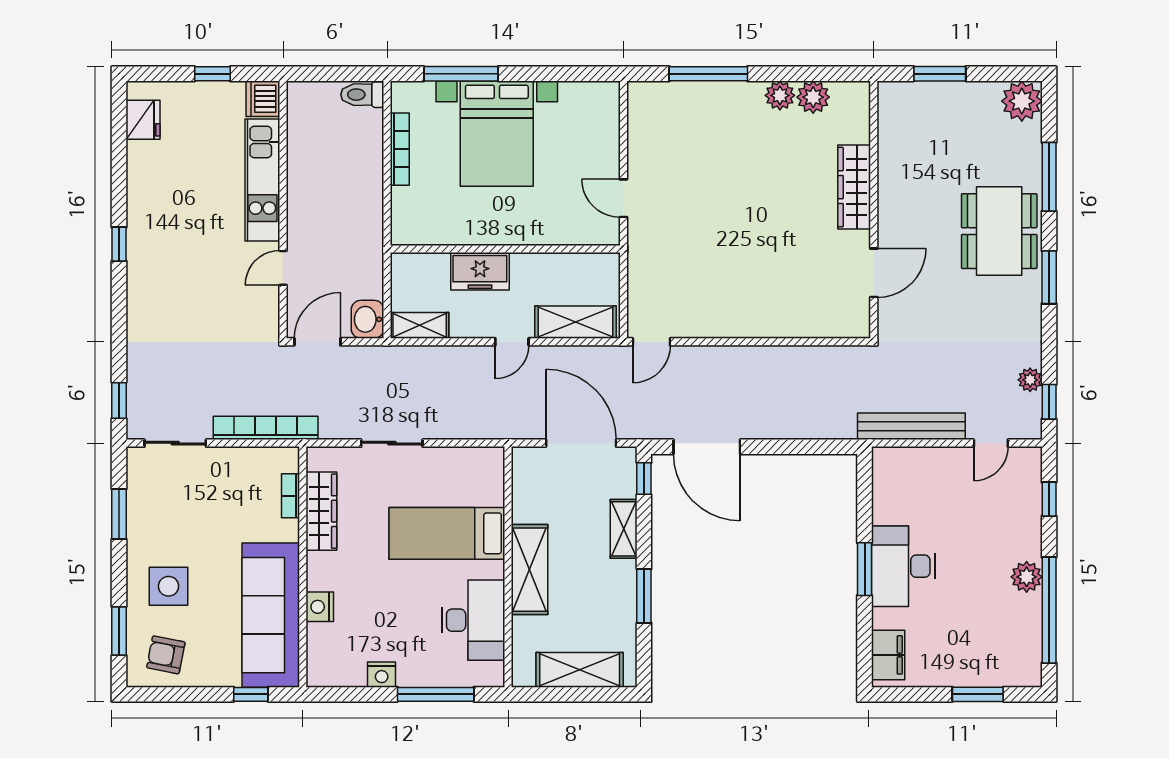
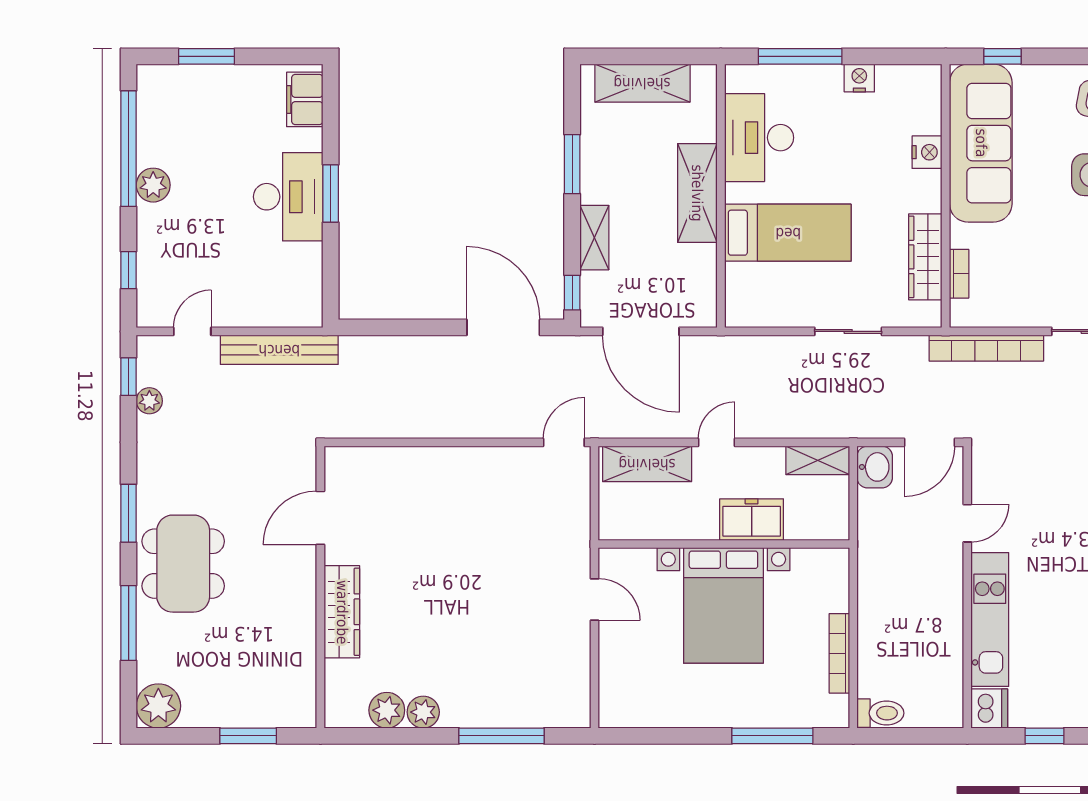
bed with nightstands: (497, 134) -> (723, 605), moved, turned 180

